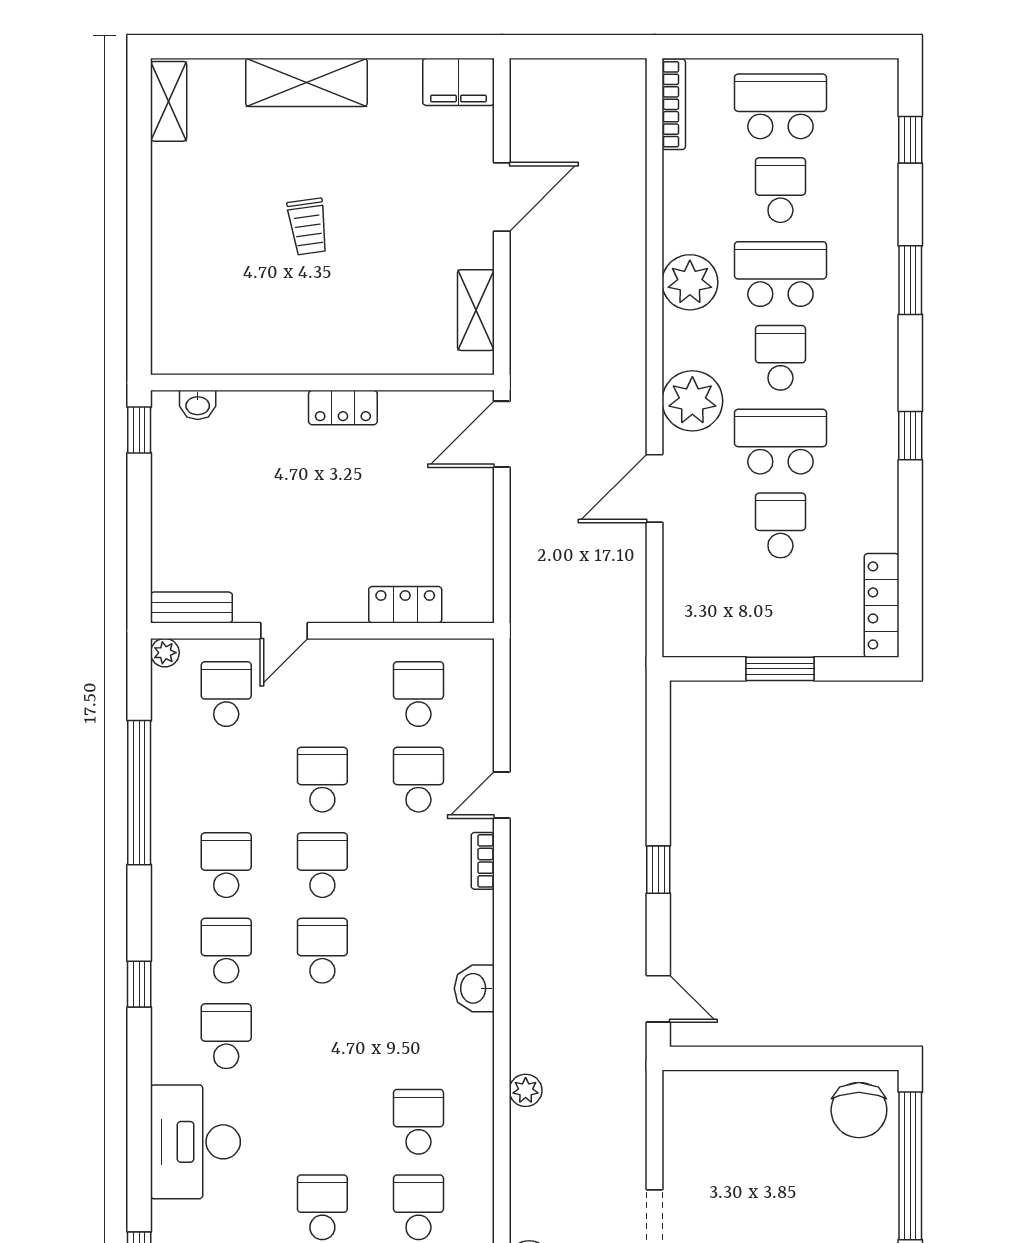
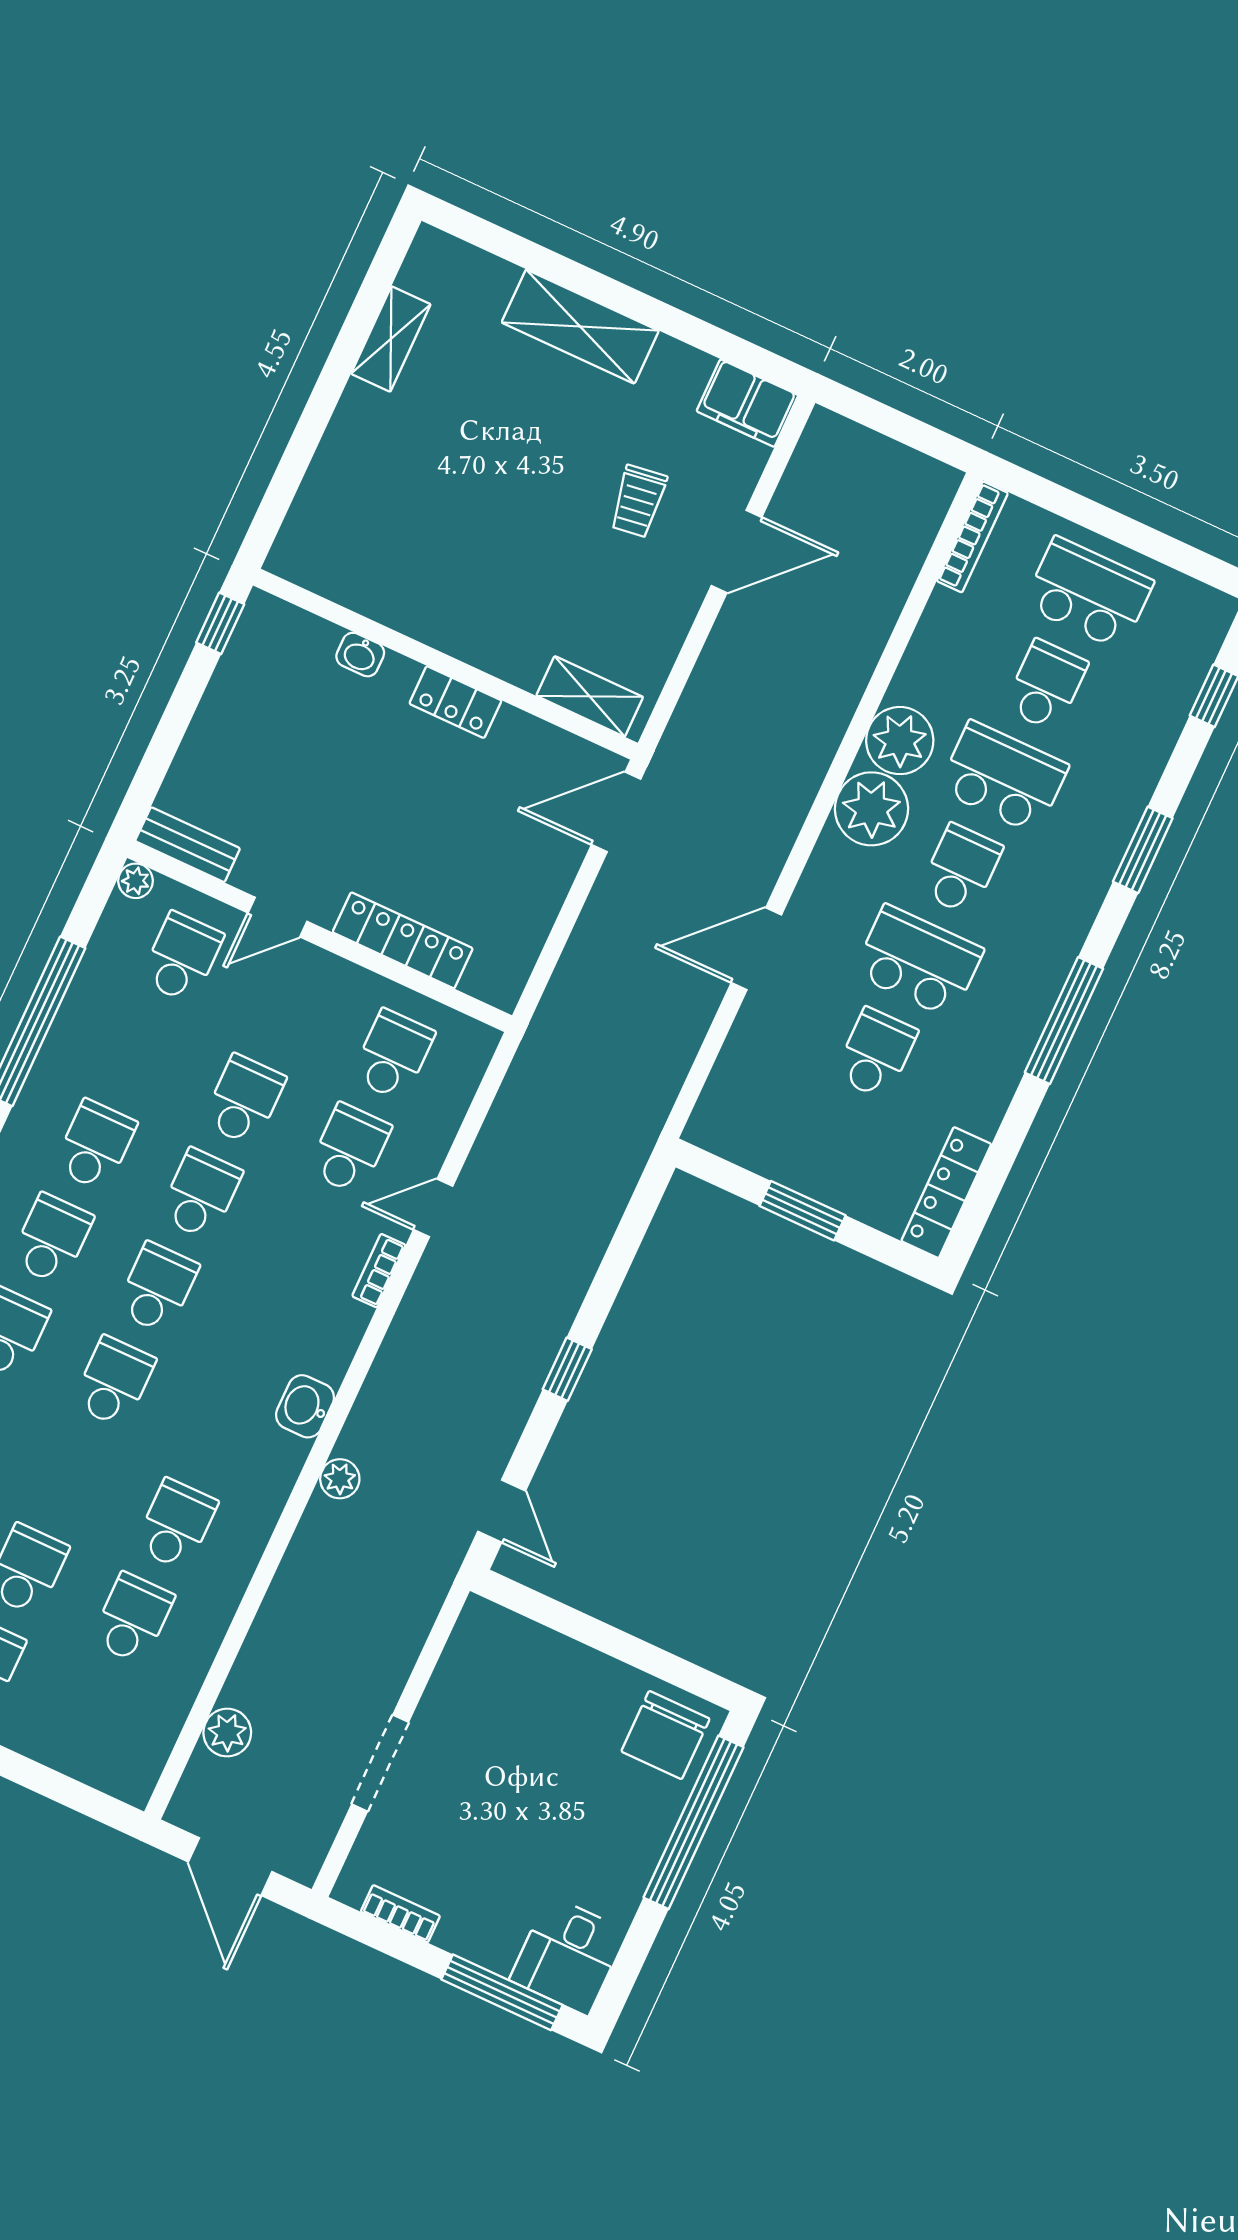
shelving: (169, 101) -> (391, 339), moved
trolley: (308, 227) -> (638, 501), moved
shelving: (476, 310) -> (590, 696), moved, turned 90
plant: (692, 401) -> (871, 809), moved
washbasin: (198, 405) -> (360, 655), moved
window: (910, 436) -> (1064, 1021), width x2.17
locker: (405, 605) -> (403, 940), width x1.53
school desk: (322, 1036) -> (114, 1382), added
plant: (526, 1090) -> (340, 1479), moved

